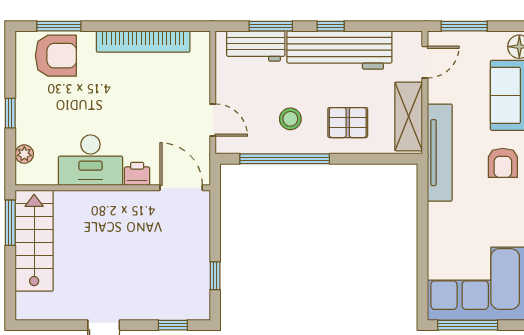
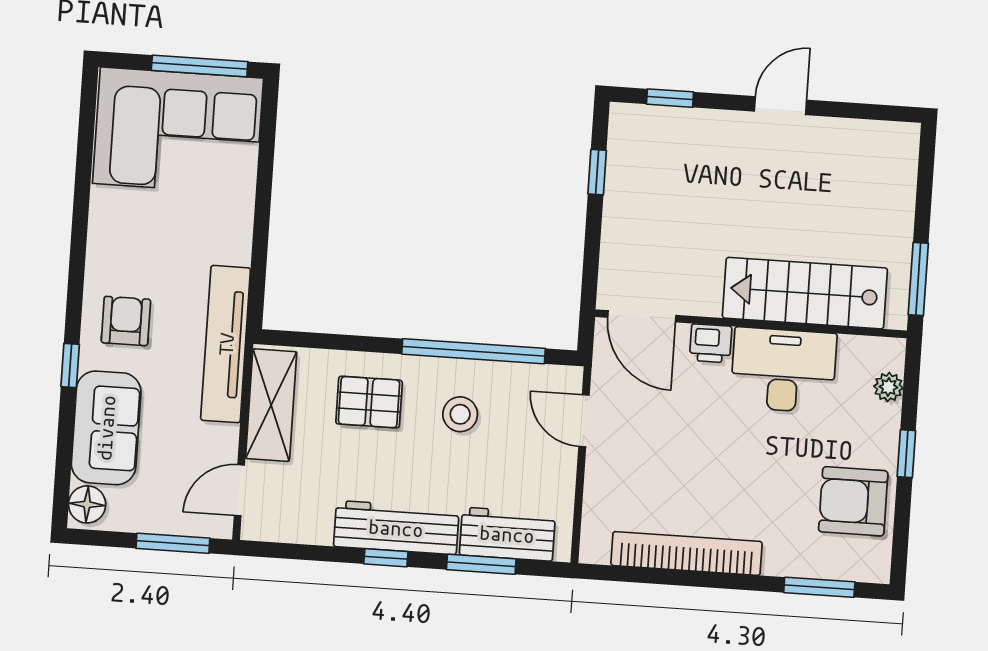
workbench: (339, 50) -> (396, 528), width x0.73, depth x0.76
armchair: (56, 56) -> (853, 501), moved
stairs: (34, 241) -> (805, 293), moved, turned 90

